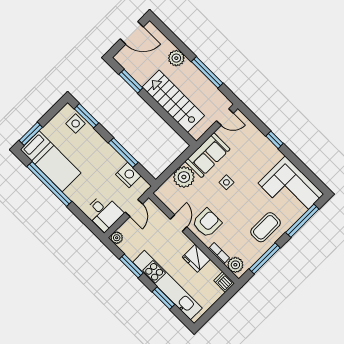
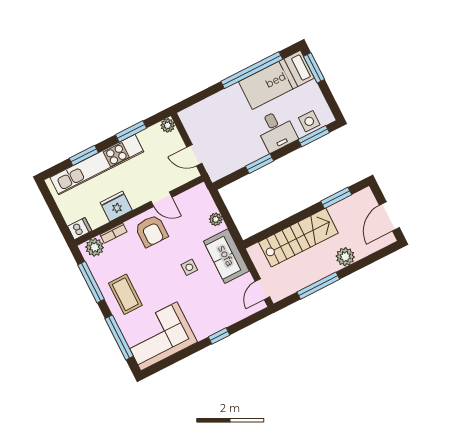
window: (123, 153) -> (260, 164), width x0.69
nightstand: (128, 175) -> (233, 161), removed
plant: (184, 177) -> (216, 219), width x0.53, depth x0.53
desk: (104, 212) -> (276, 131), moved, turned -90

